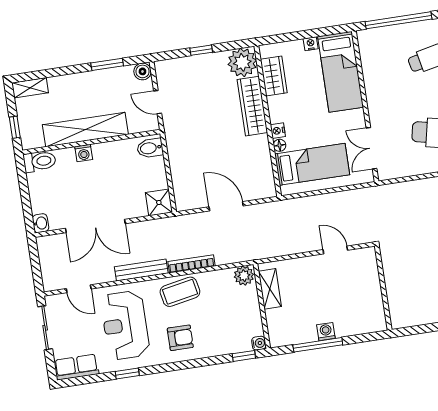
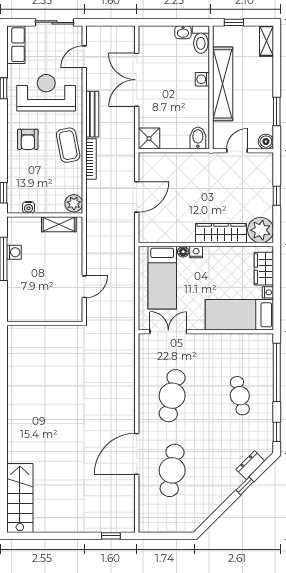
wardrobe: (274, 76) -> (264, 269), moved, turned 90
washbasin: (41, 223) -> (183, 32), moved
washing machine: (326, 332) -> (14, 252), moved
water cooler: (259, 343) -> (28, 207), moved

